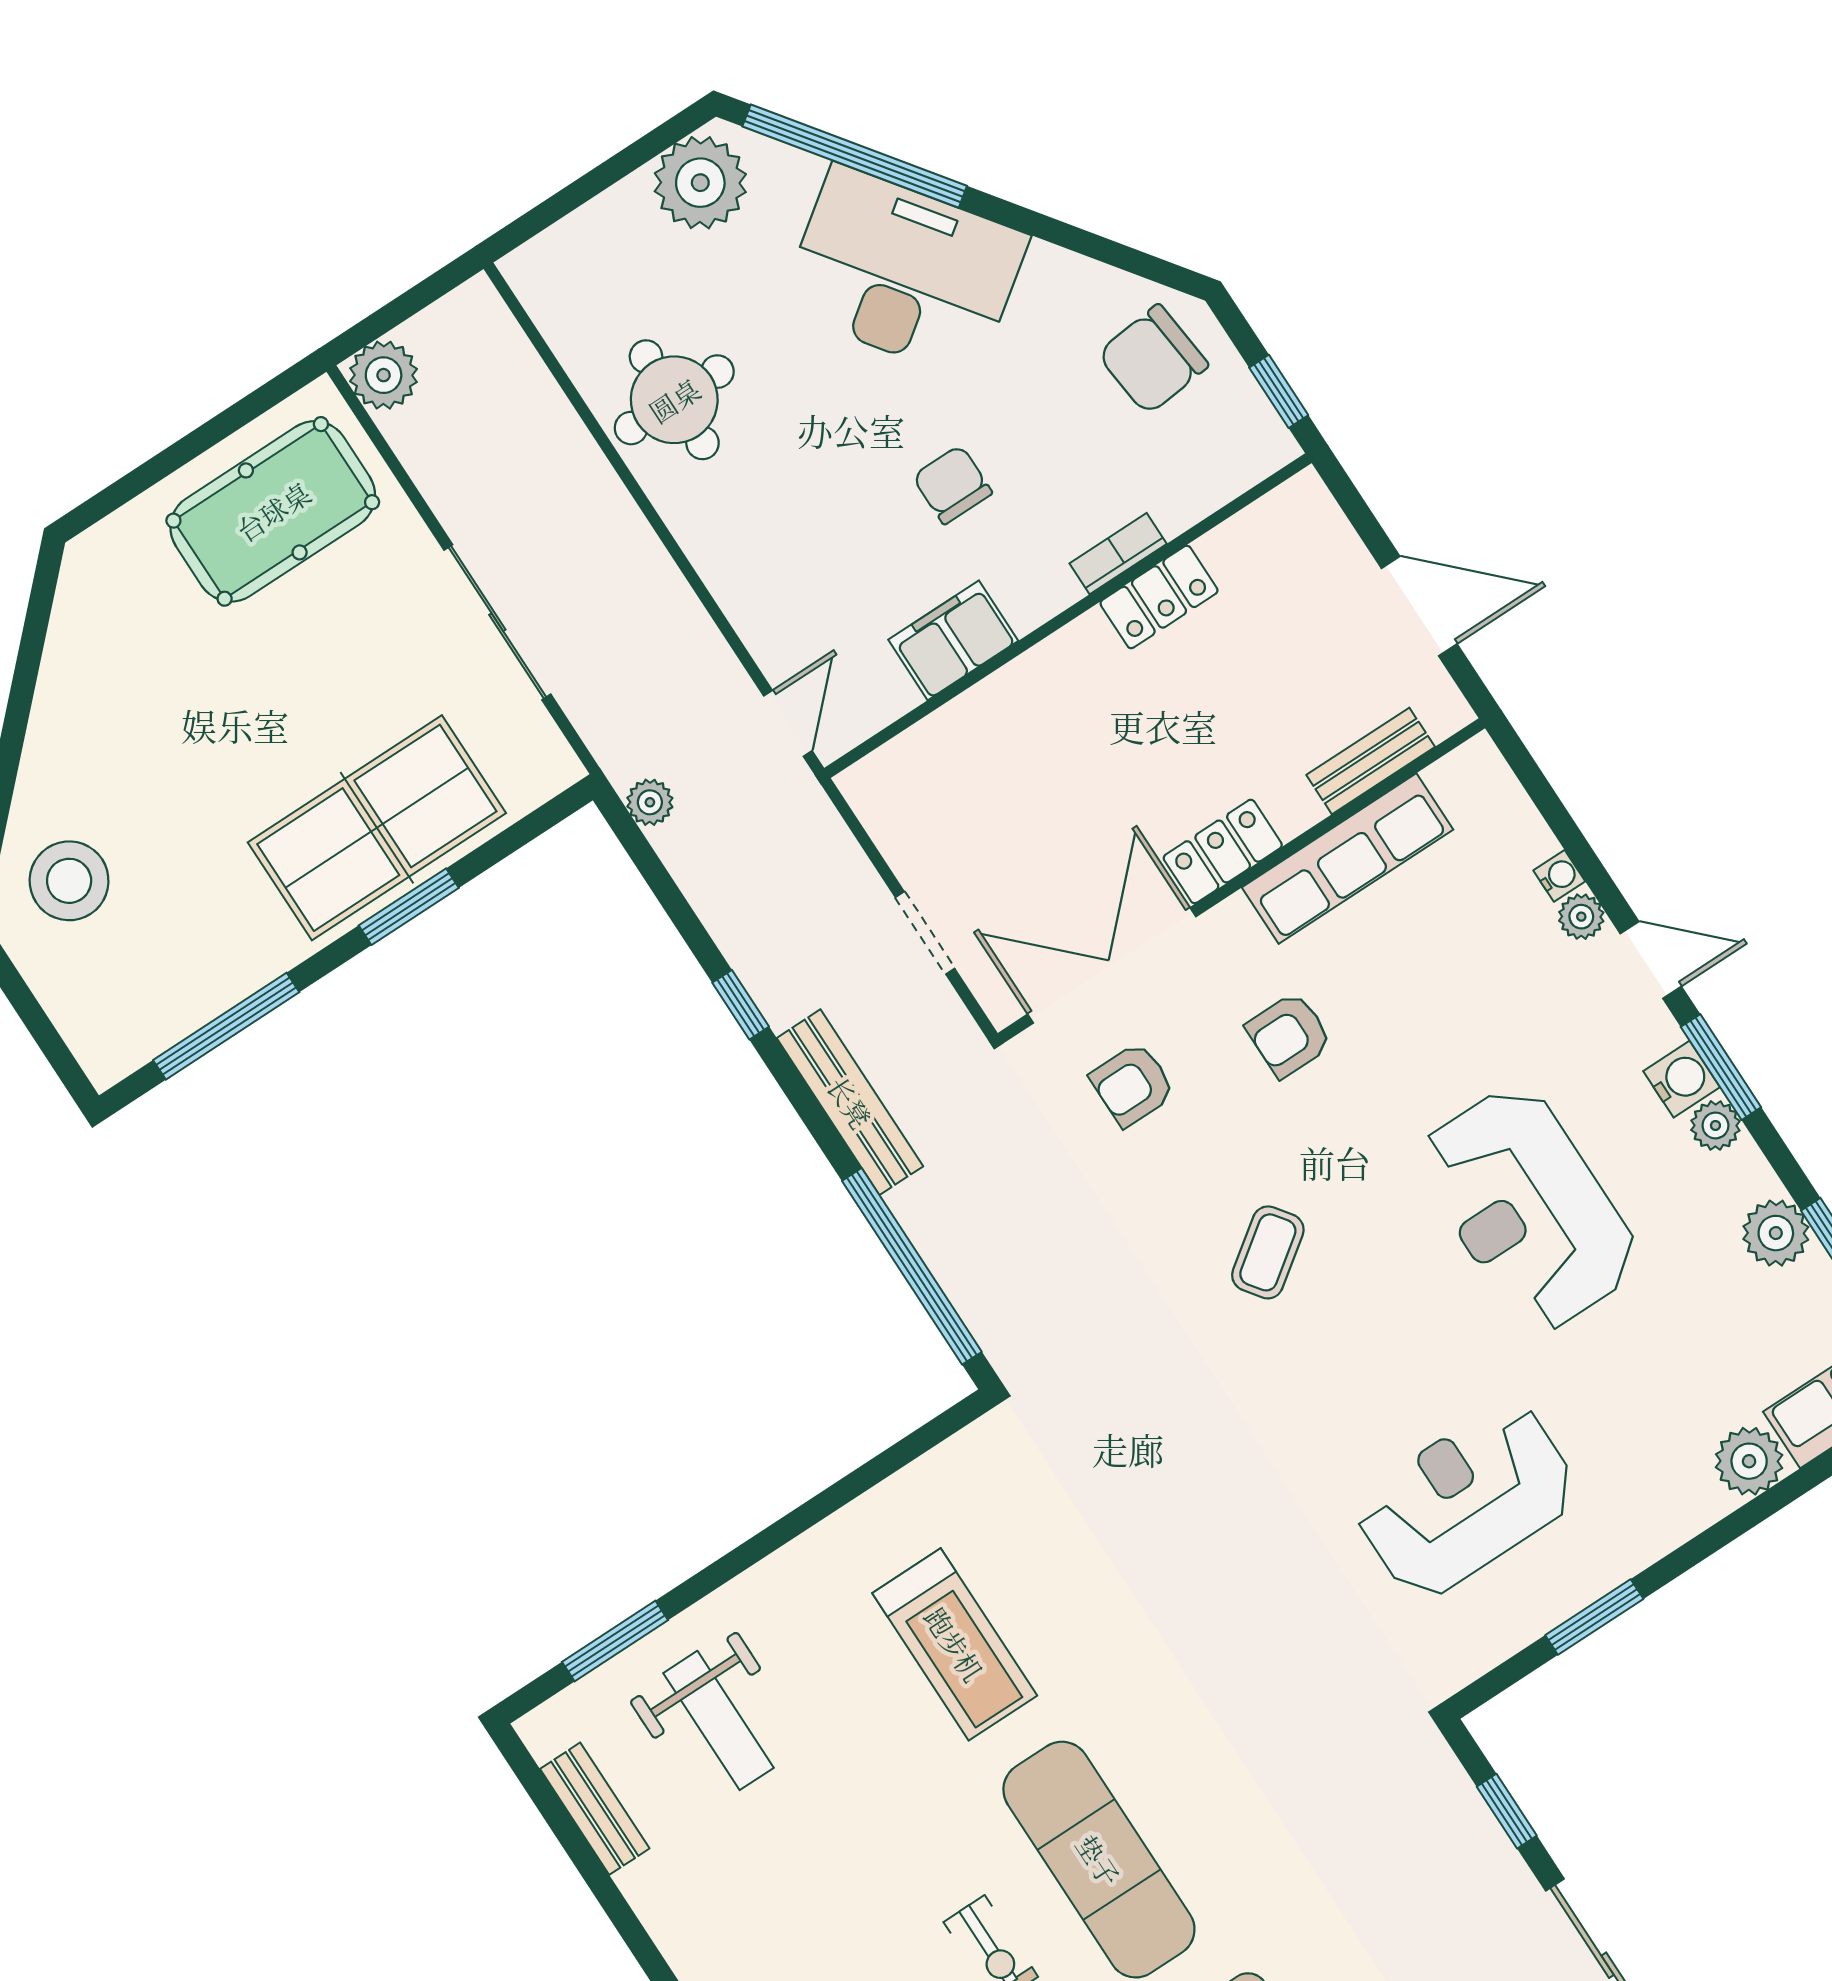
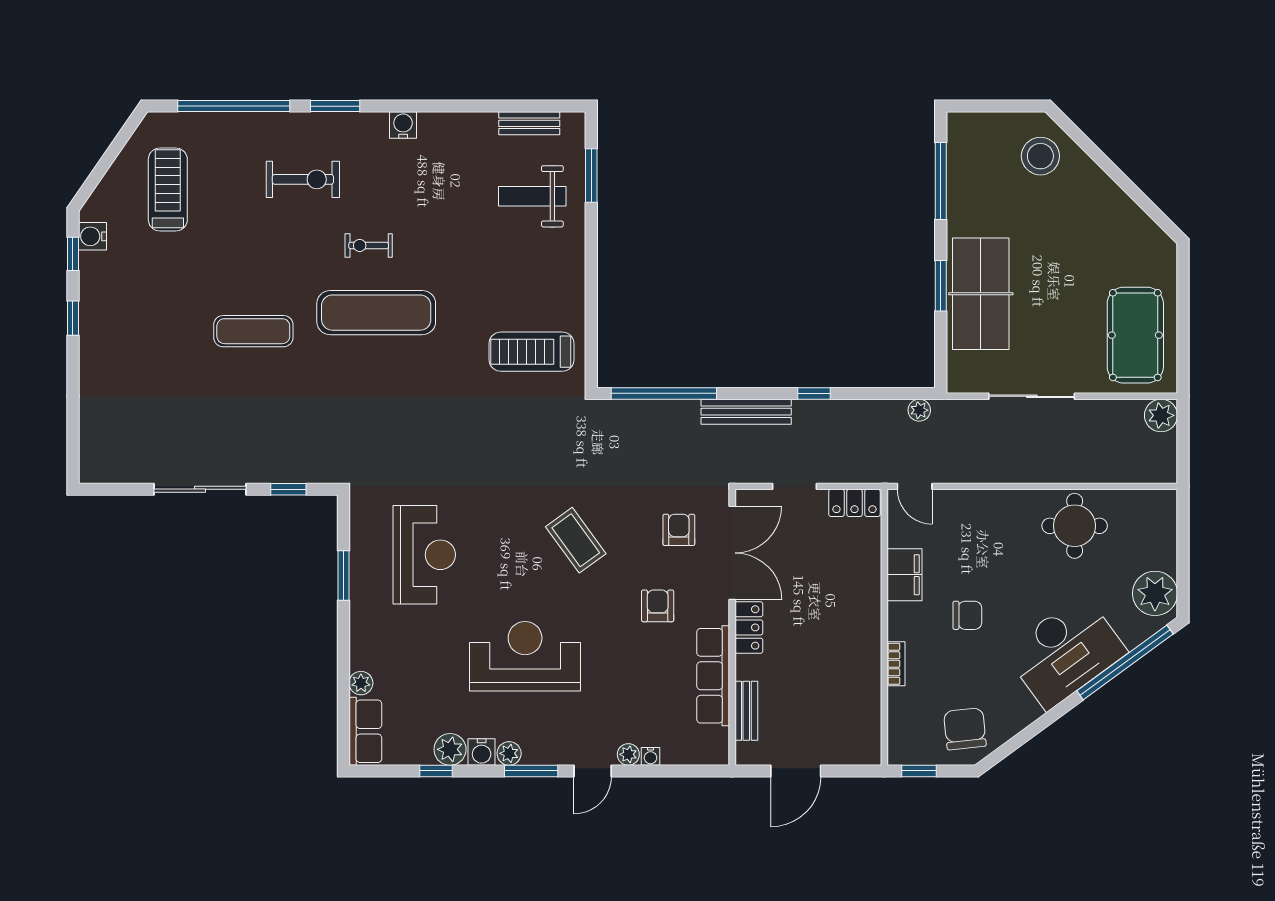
locker: (1159, 597) -> (854, 503), moved, turned -90
water cooler: (1682, 1079) -> (482, 752), moved
coffee table: (1268, 1252) -> (576, 540), width x1.36, depth x1.30
plant: (1749, 1461) -> (361, 683), width x0.73, depth x0.73
treadmill: (955, 1644) -> (532, 352), moved

